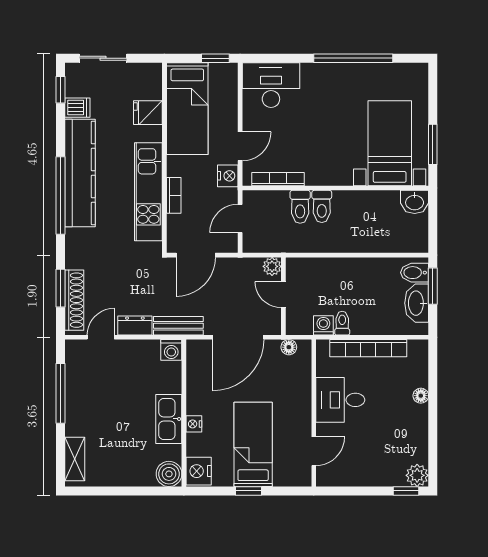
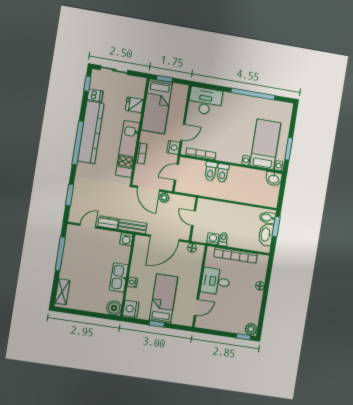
window: (215, 58) -> (165, 79), moved
door: (196, 255) -> (148, 189), hinge flipped
plant: (272, 266) -> (164, 198), moved
shoe rack: (74, 300) -> (76, 203), removed

